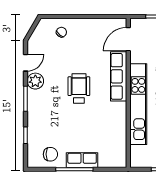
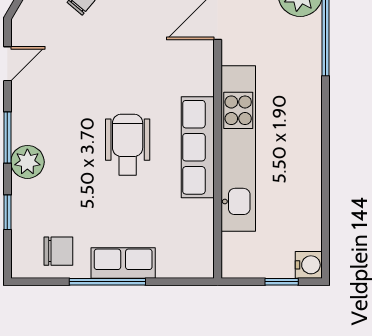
row of seats: (119, 76) -> (198, 147), moved
plant: (35, 81) -> (27, 162), moved
wheelchair: (79, 89) -> (128, 145), moved

